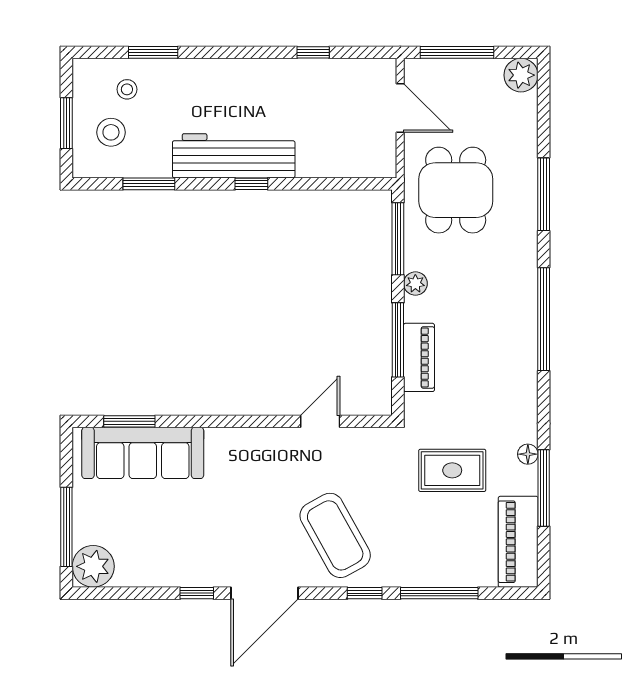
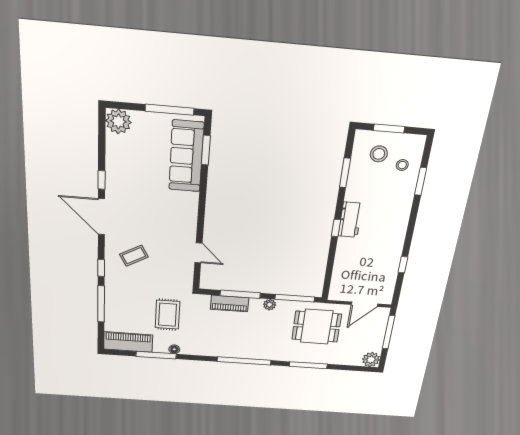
workbench: (234, 156) -> (350, 220), width x0.53, depth x0.76
window: (66, 527) -> (170, 110), moved
coffee table: (335, 535) -> (134, 256), width x0.54, depth x0.58

